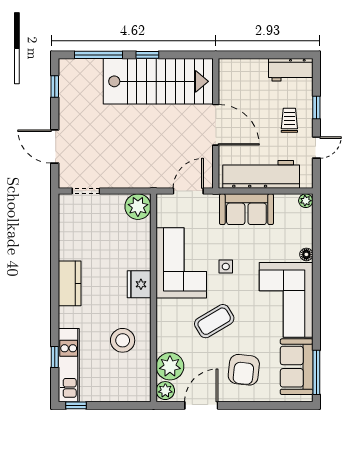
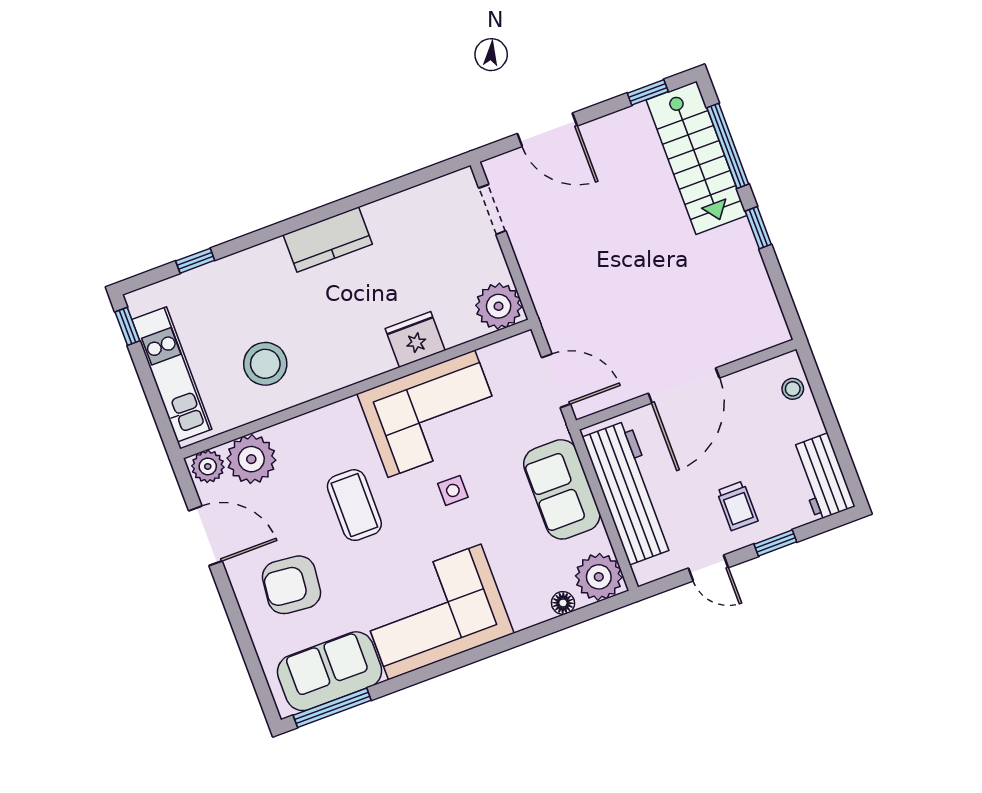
stool: (239, 68) -> (793, 389), added
stairs: (158, 81) -> (696, 158), moved, width x0.73, depth x0.66
trolley: (289, 120) -> (737, 506), turned 90
door: (55, 147) -> (547, 130), swing flipped
plant: (306, 201) -> (599, 577), width x1.88, depth x1.88
floor lamp: (306, 254) -> (563, 603), moved
fridge: (139, 284) -> (415, 340), moved
coffee table: (214, 321) -> (354, 505), turned 31
kitchen unit: (69, 365) -> (172, 374), moved, turned -90

